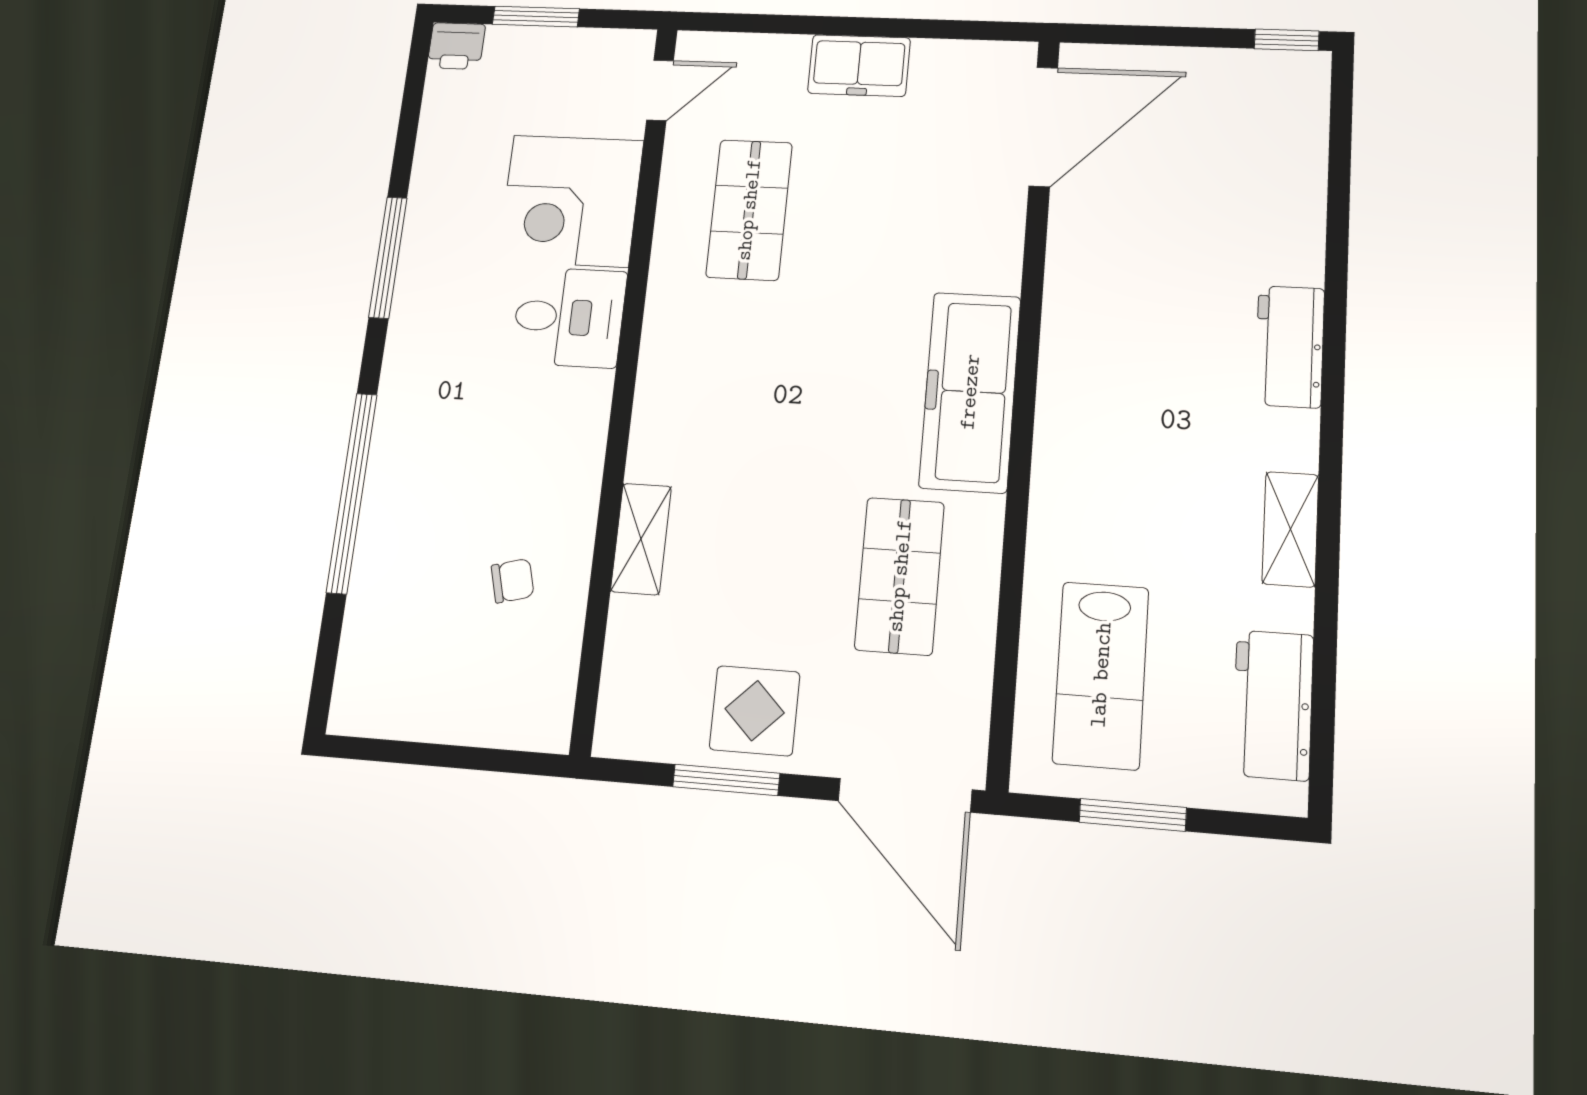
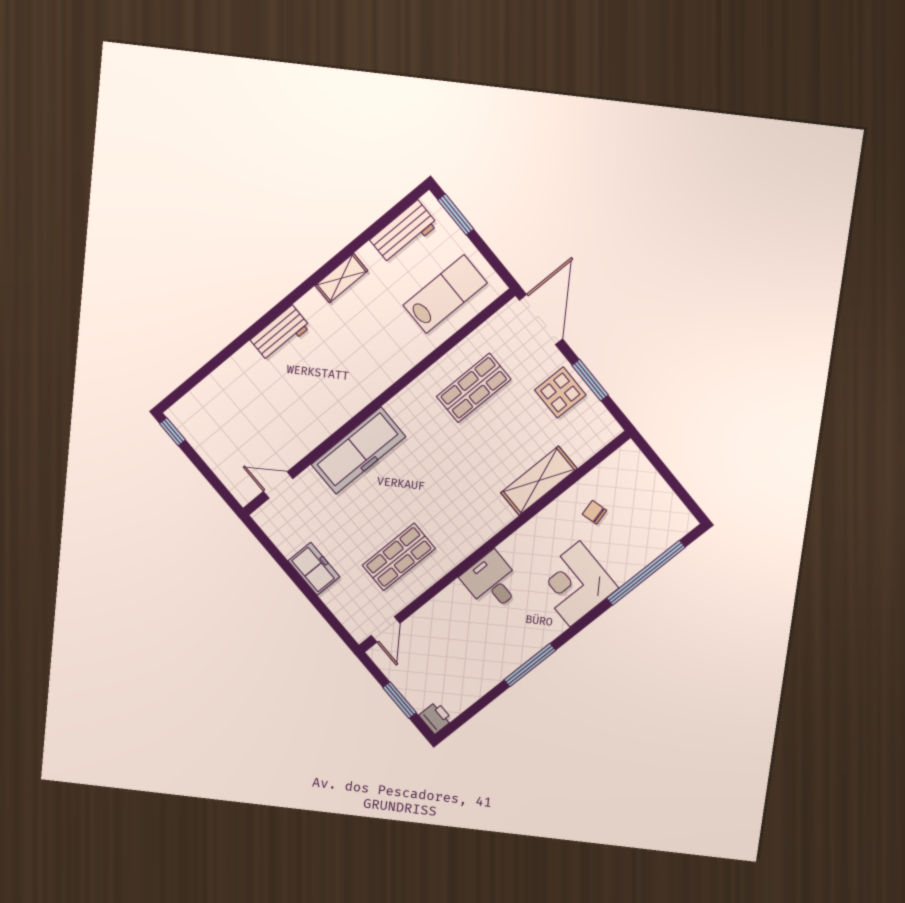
door: (660, 90) -> (386, 629), swing flipped
door: (1043, 127) -> (278, 485), width x0.53
corner desk: (571, 201) -> (575, 584), moved, turned 180
freezer: (970, 392) -> (358, 451), moved
window: (352, 493) -> (646, 573), moved
shelving: (641, 539) -> (539, 481), width x1.50, depth x1.33
window: (1133, 815) -> (456, 214), moved

